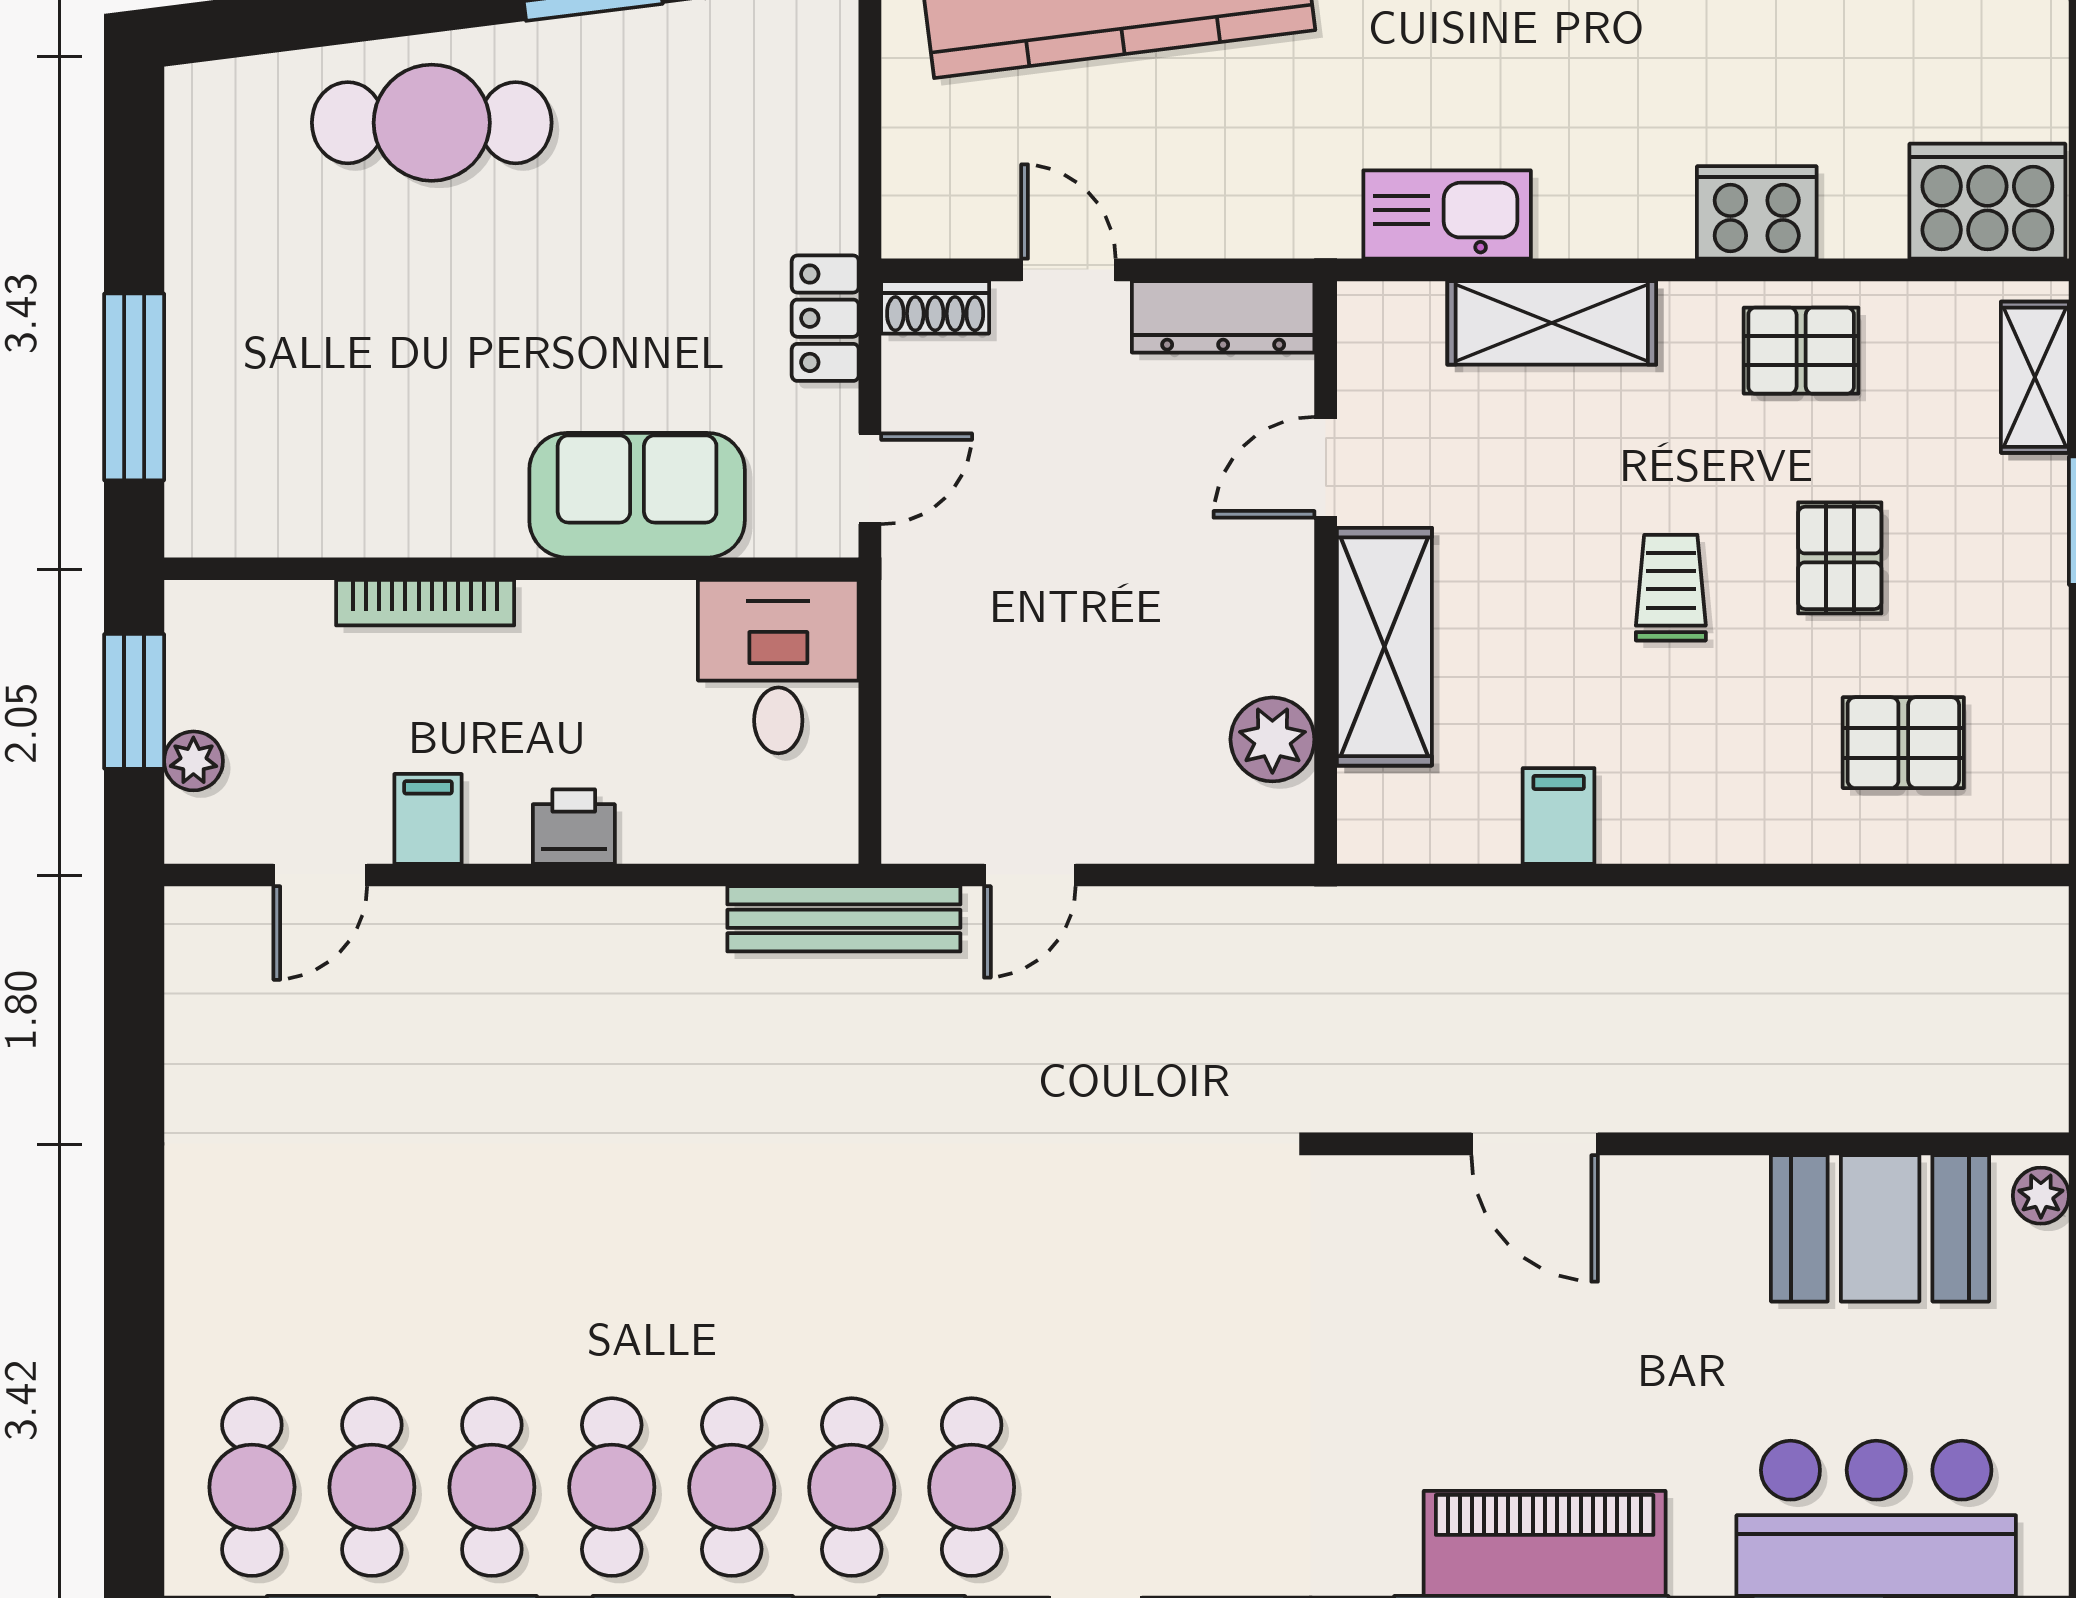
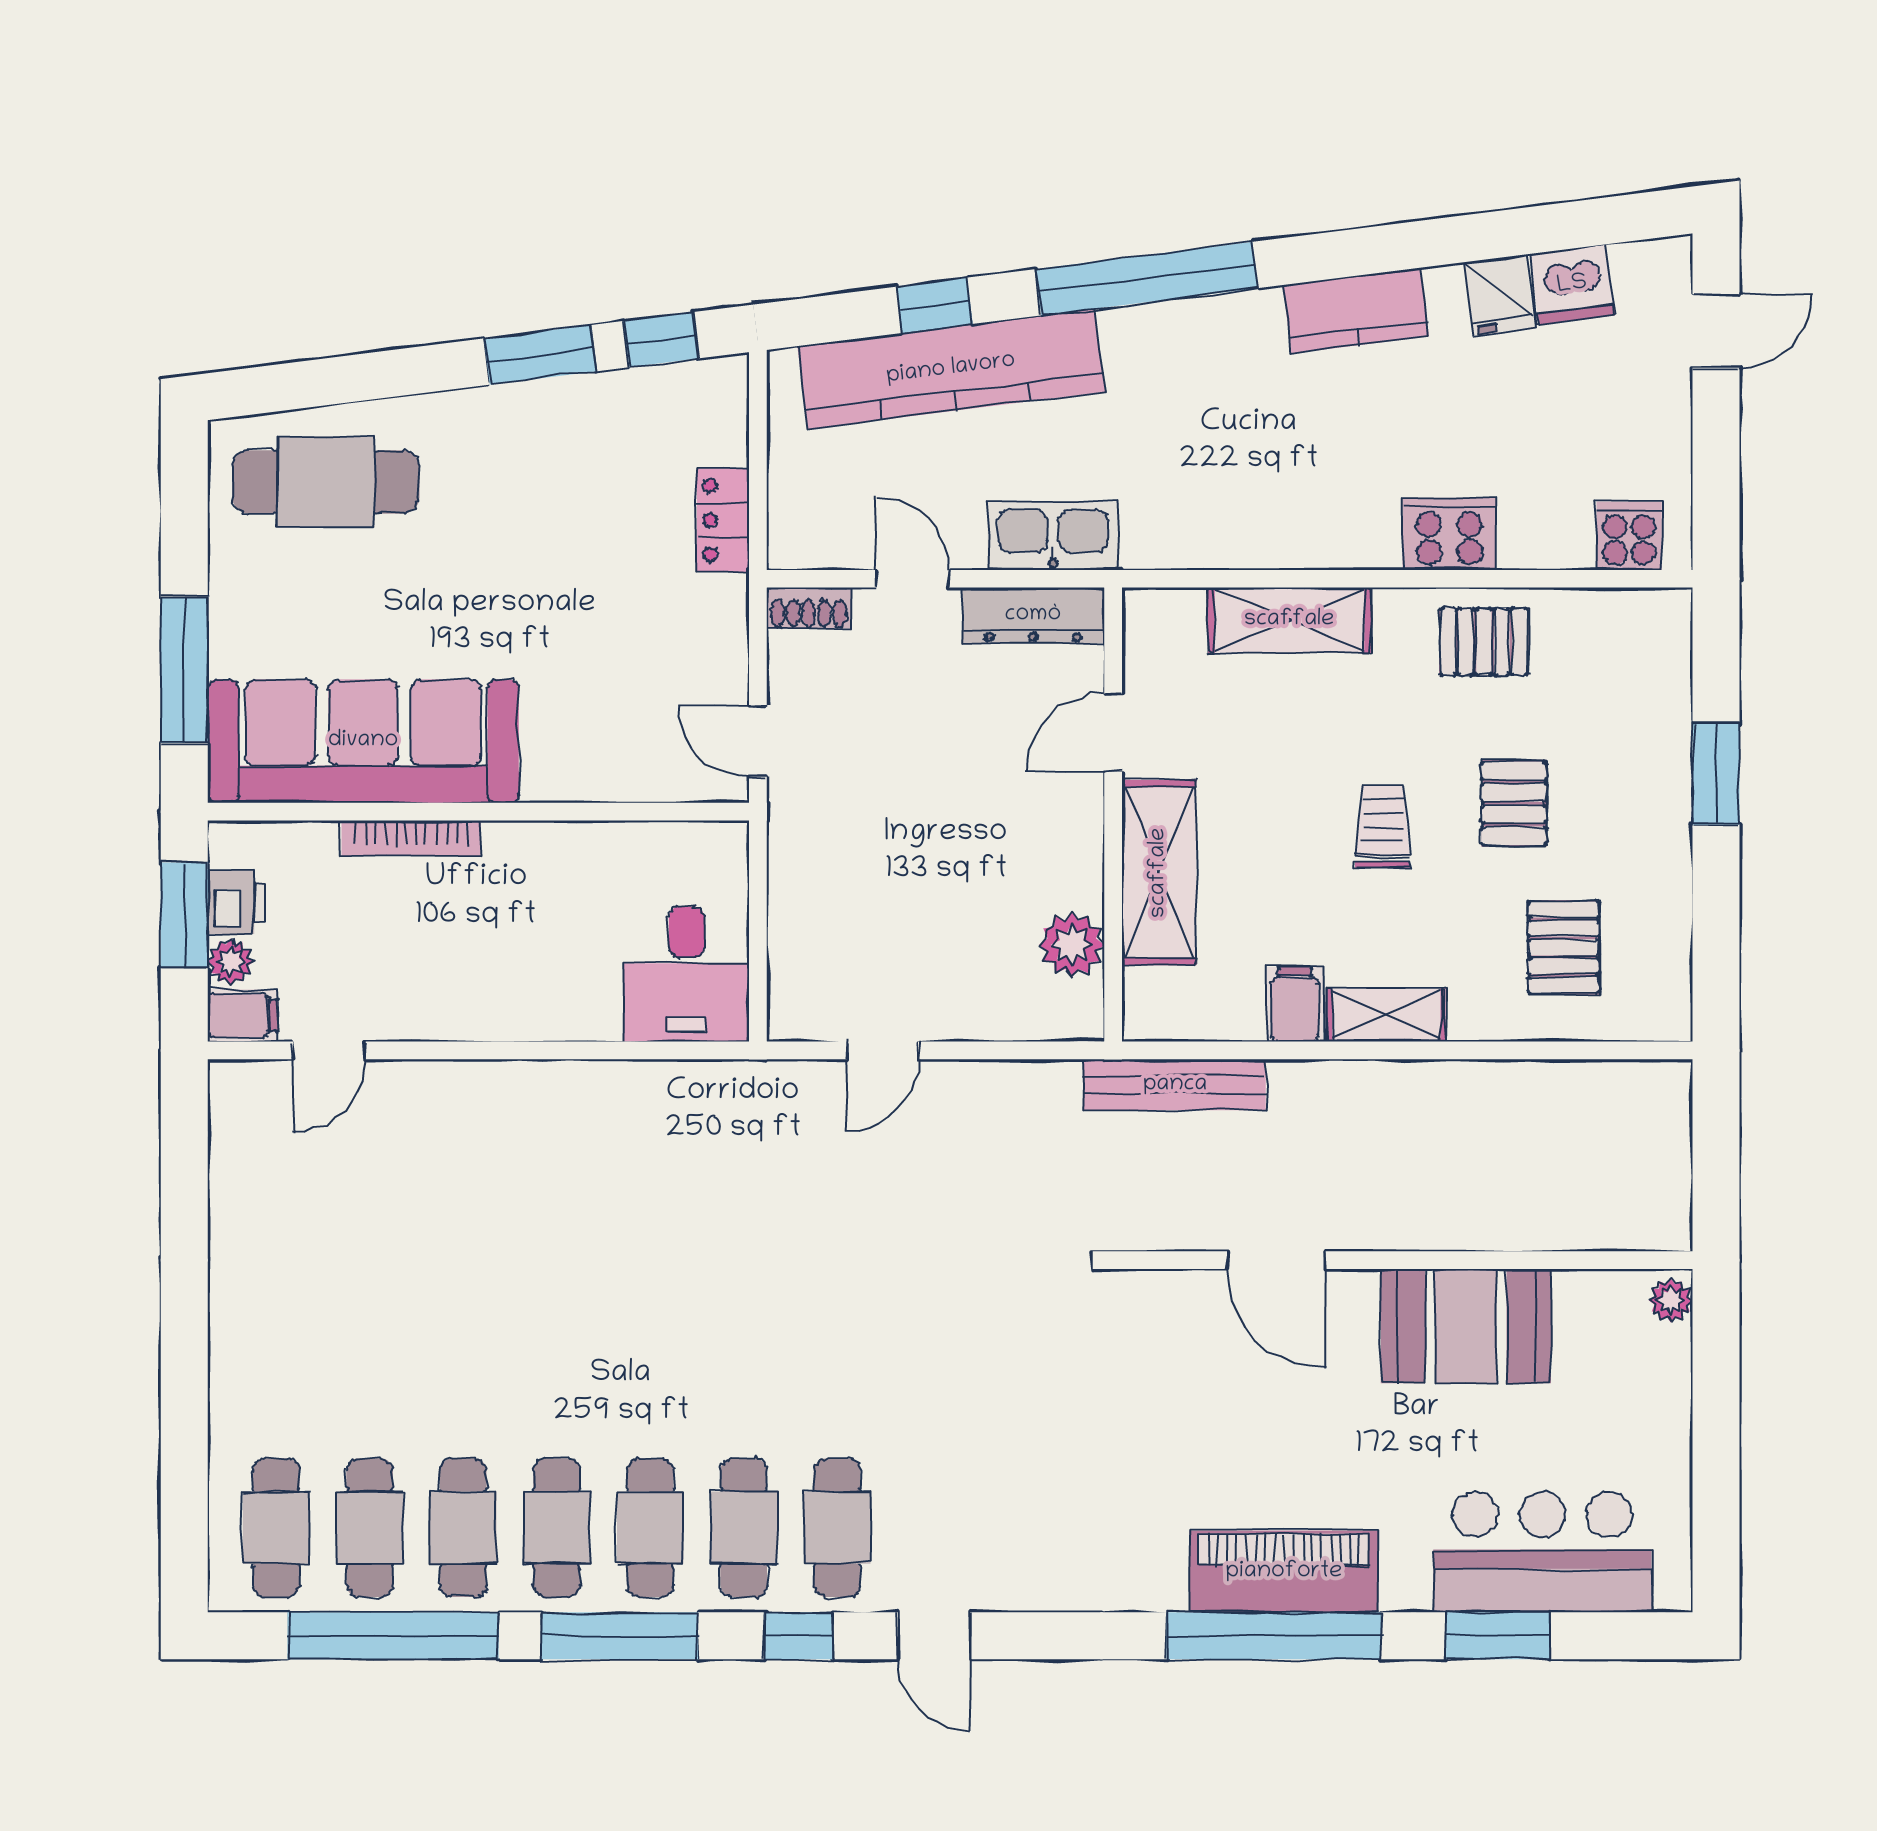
cafe table: (432, 123) -> (326, 482), moved
cooker: (1987, 201) -> (1629, 536), width x0.53, depth x0.76
kitchen sink: (1447, 215) -> (1053, 536), moved
locker: (825, 318) -> (723, 520), moved
shelving: (2035, 377) -> (1386, 1015), moved, turned 90
door: (870, 479) -> (758, 742), swing flipped
sofa: (637, 495) -> (363, 741), moved, width x1.85, depth x1.27
desk: (778, 667) -> (687, 974), moved, turned 180
pallet: (1903, 743) -> (1564, 947), turned 90
filing cabinet: (428, 819) -> (243, 1015), moved, turned 90
printer: (574, 827) -> (237, 902), moved, turned 90
bench: (844, 919) -> (1175, 1085), moved
booth: (1880, 1228) -> (1466, 1326), moved

